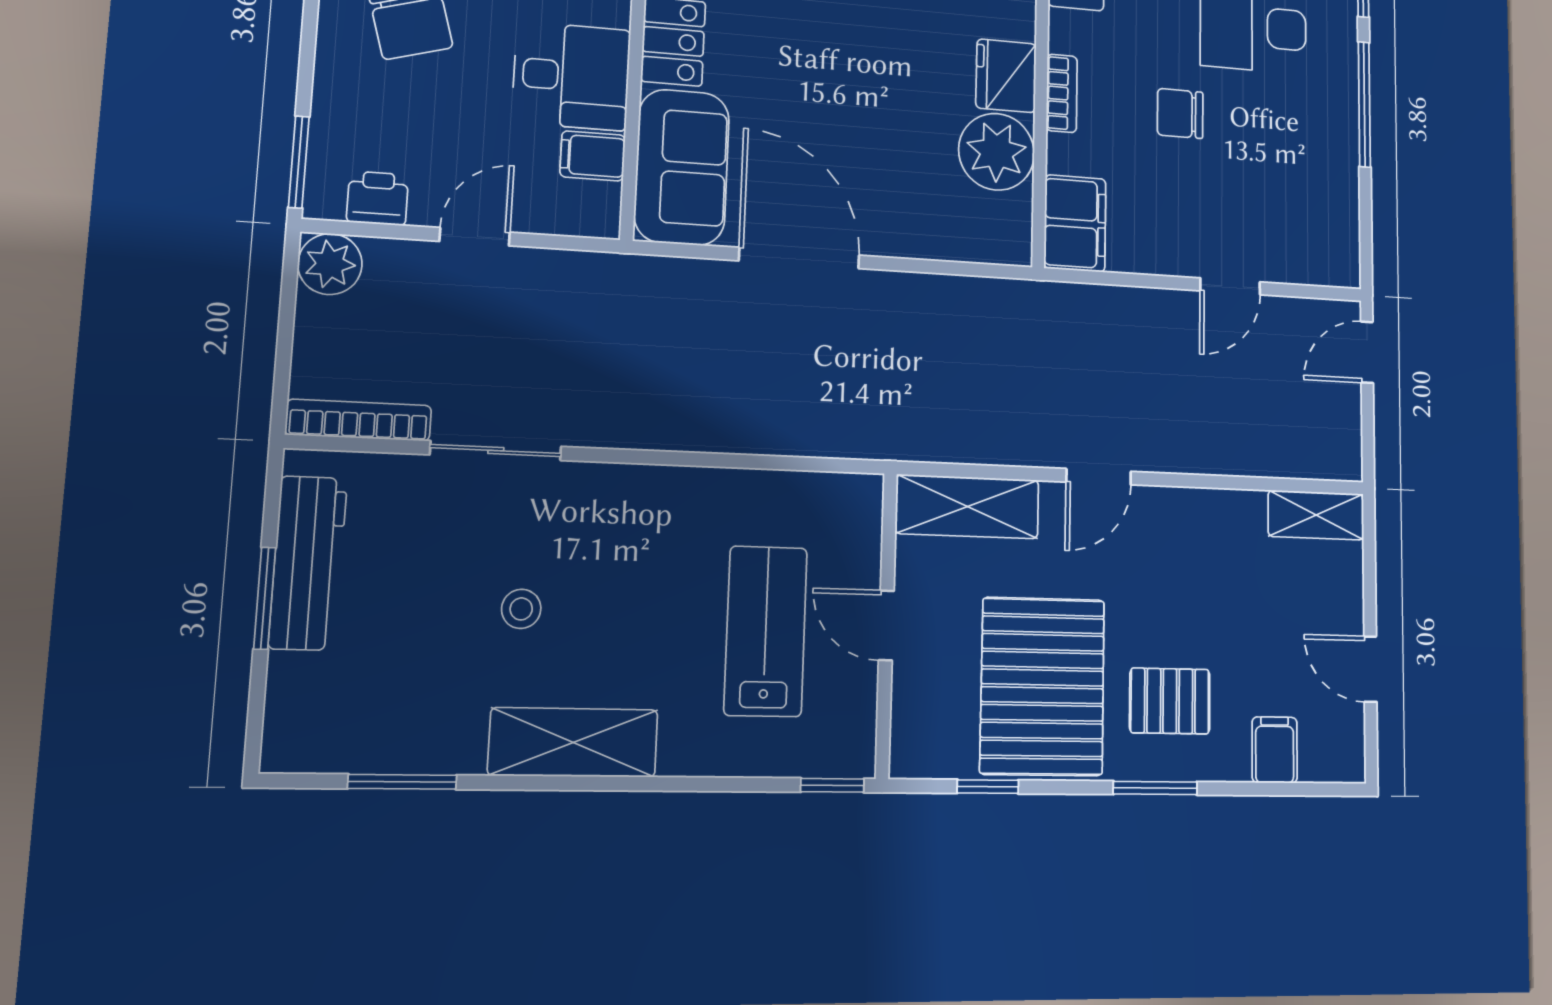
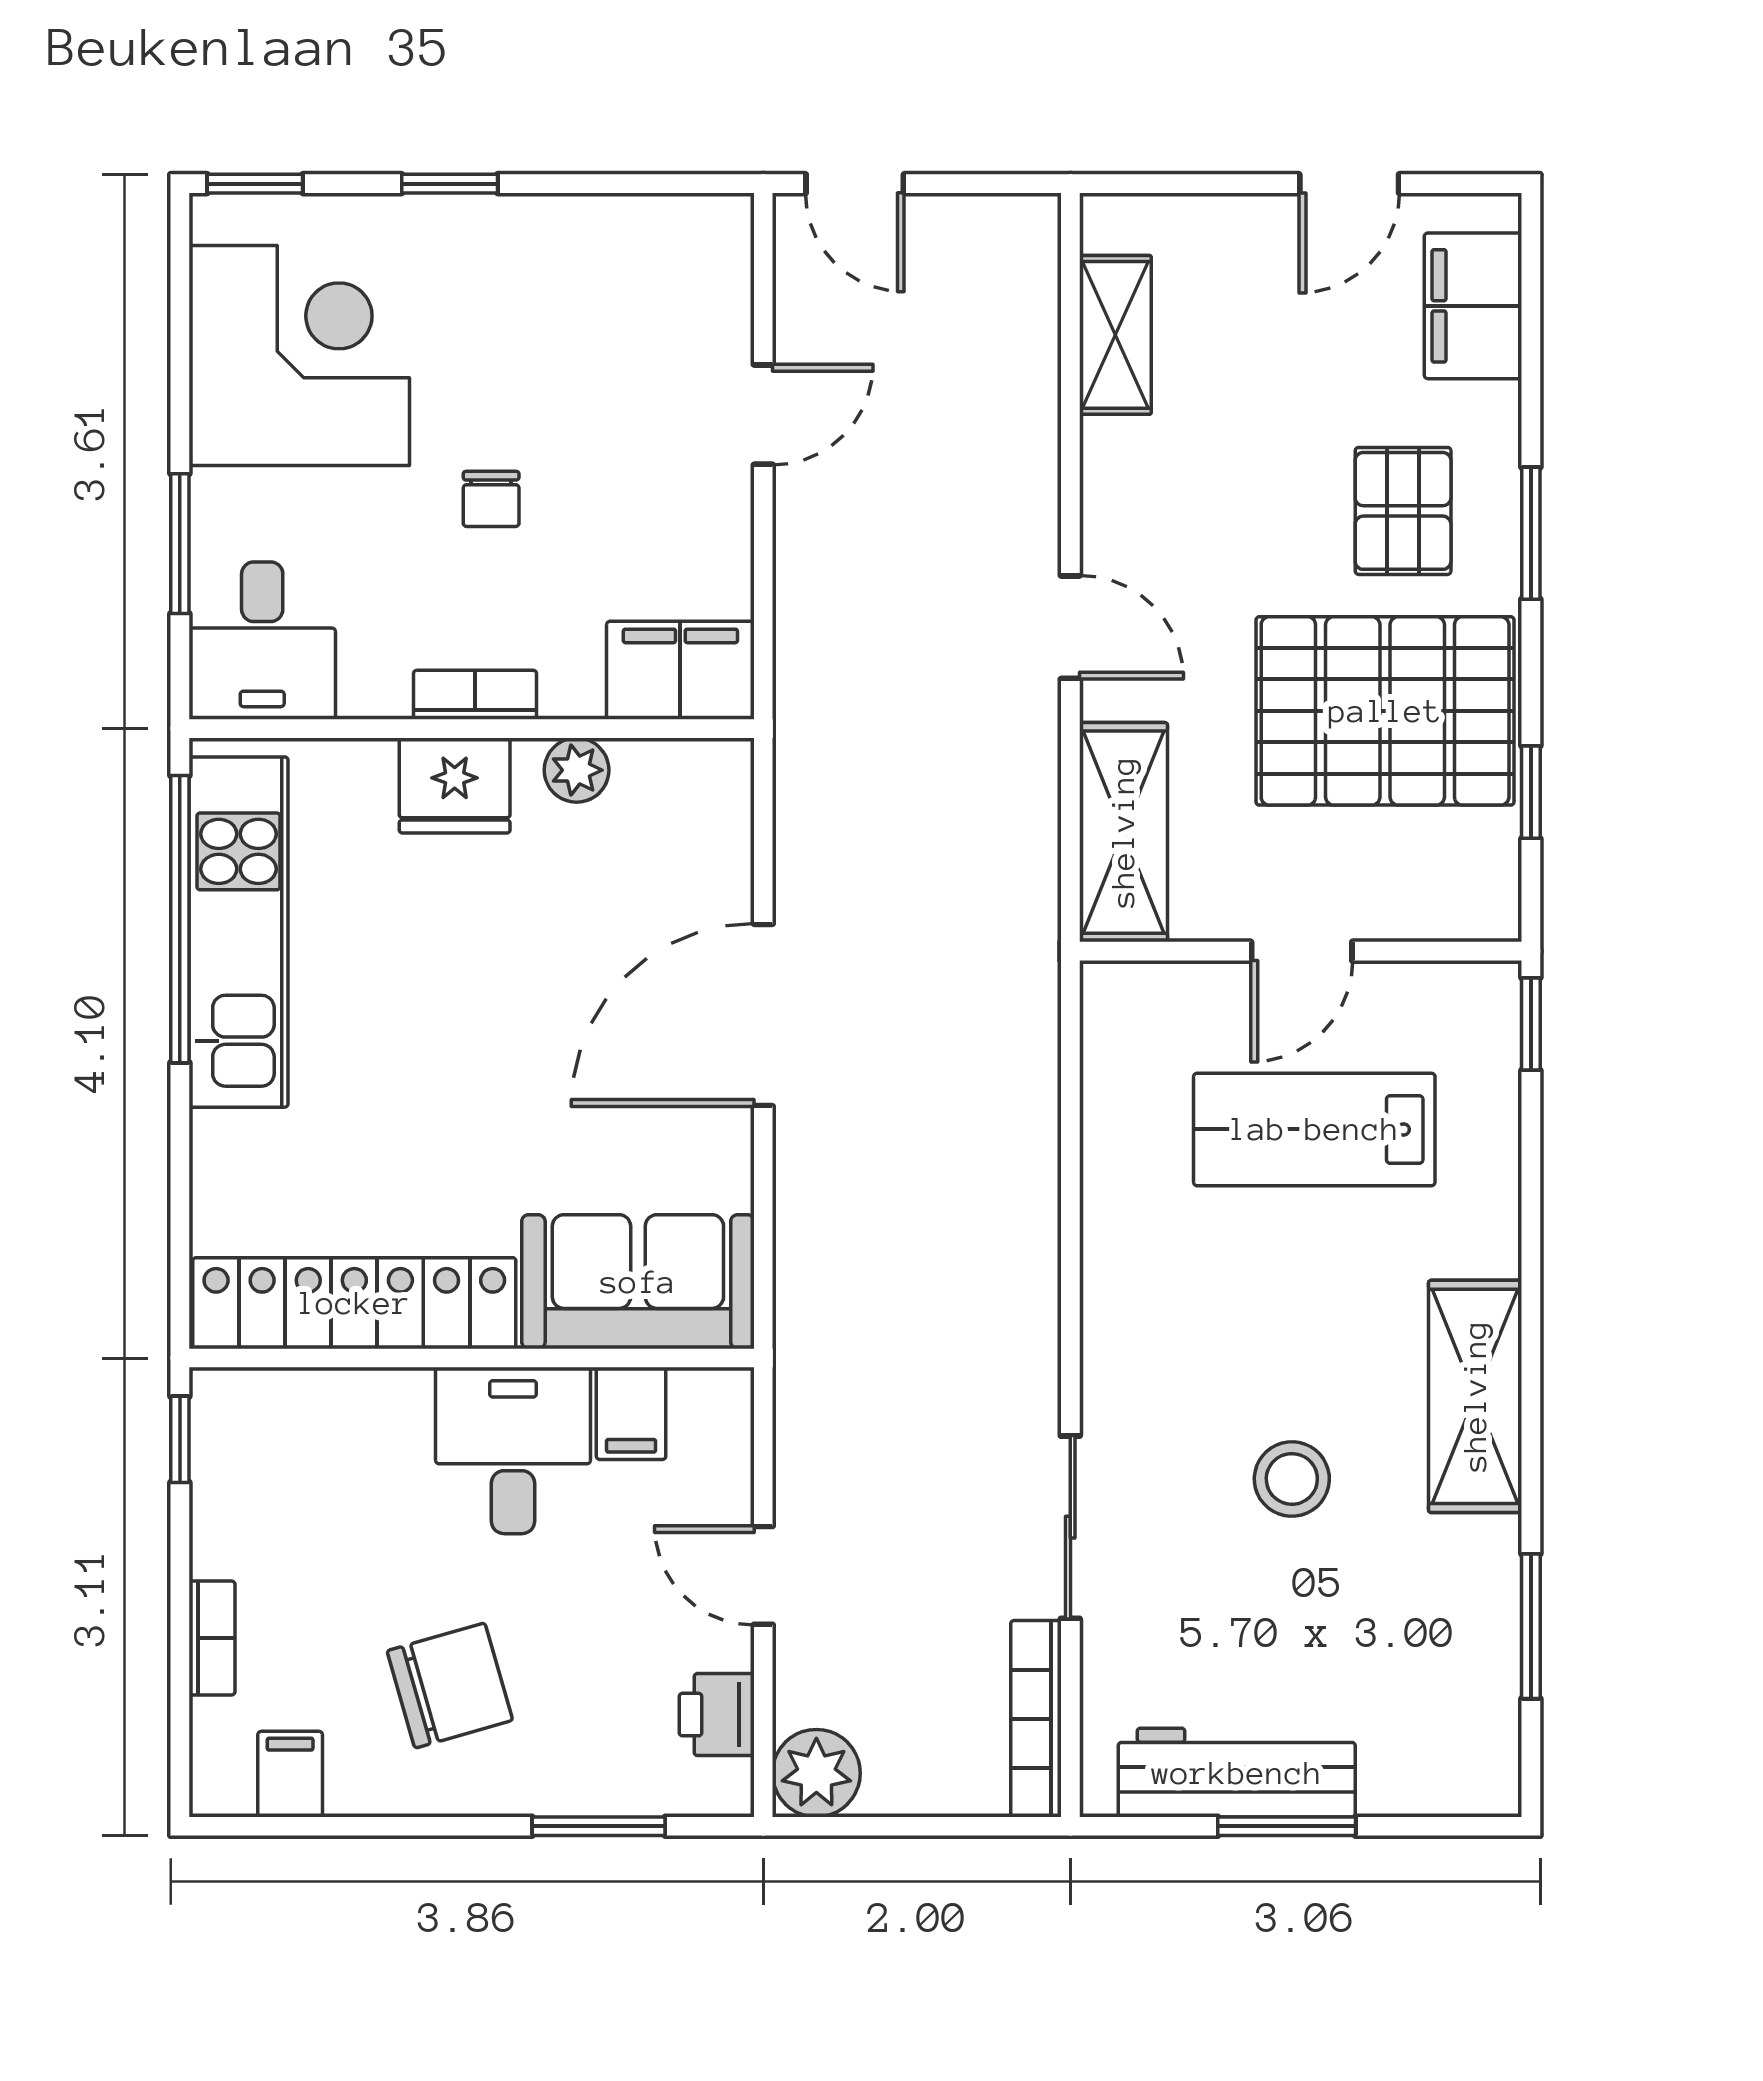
window: (1364, 104) -> (450, 184), width x0.46
chair: (1180, 113) -> (491, 499), width x0.73, depth x0.73
plant: (997, 152) -> (577, 770), width x0.53, depth x0.53
window: (299, 162) -> (599, 1826), moved
door: (799, 258) -> (763, 1015), moved
door: (1230, 286) -> (763, 415), hinge flipped
shelving: (1316, 515) -> (1115, 335), moved
stool: (521, 609) -> (1292, 1479), width x1.37, depth x1.37
filing cabinet: (1275, 750) -> (1473, 306), width x2.00

